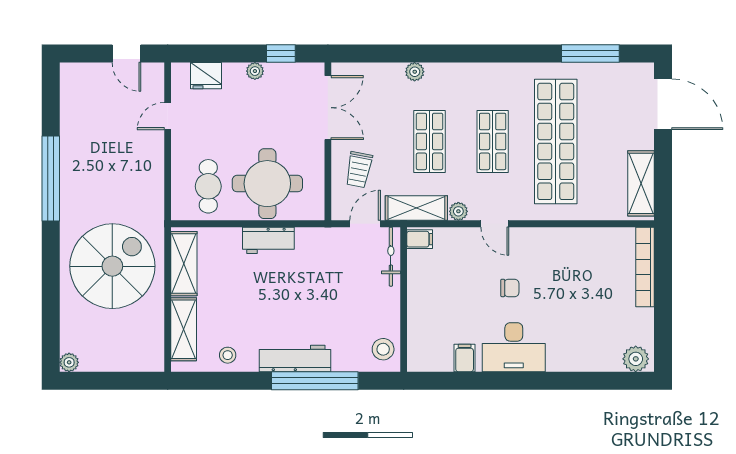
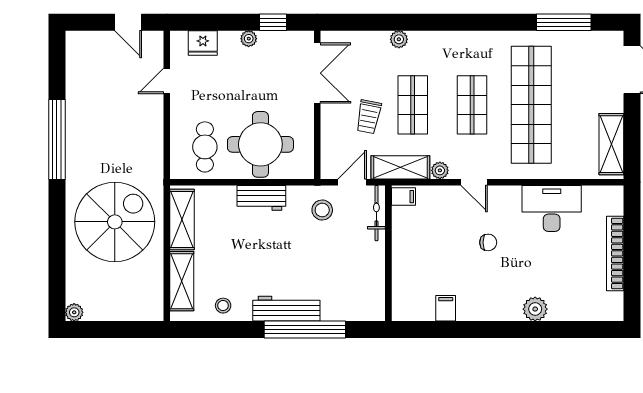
trolley: (359, 170) -> (369, 117), moved
bookcase: (645, 267) -> (615, 253), moved
desk: (514, 347) -> (552, 208), moved, turned 180
stool: (383, 349) -> (322, 210), moved
plant: (636, 359) -> (535, 309), moved

